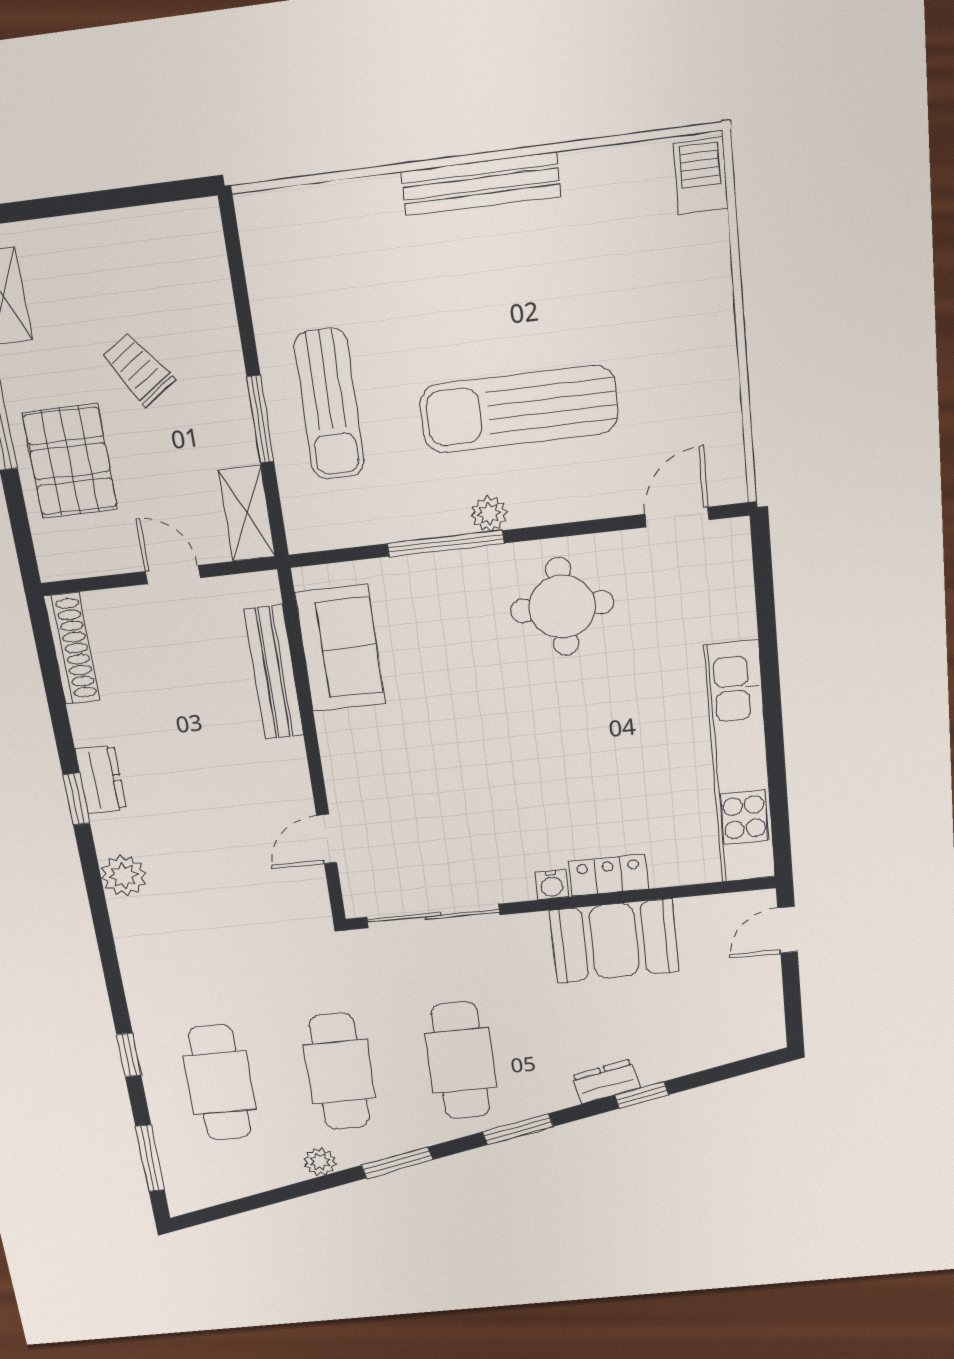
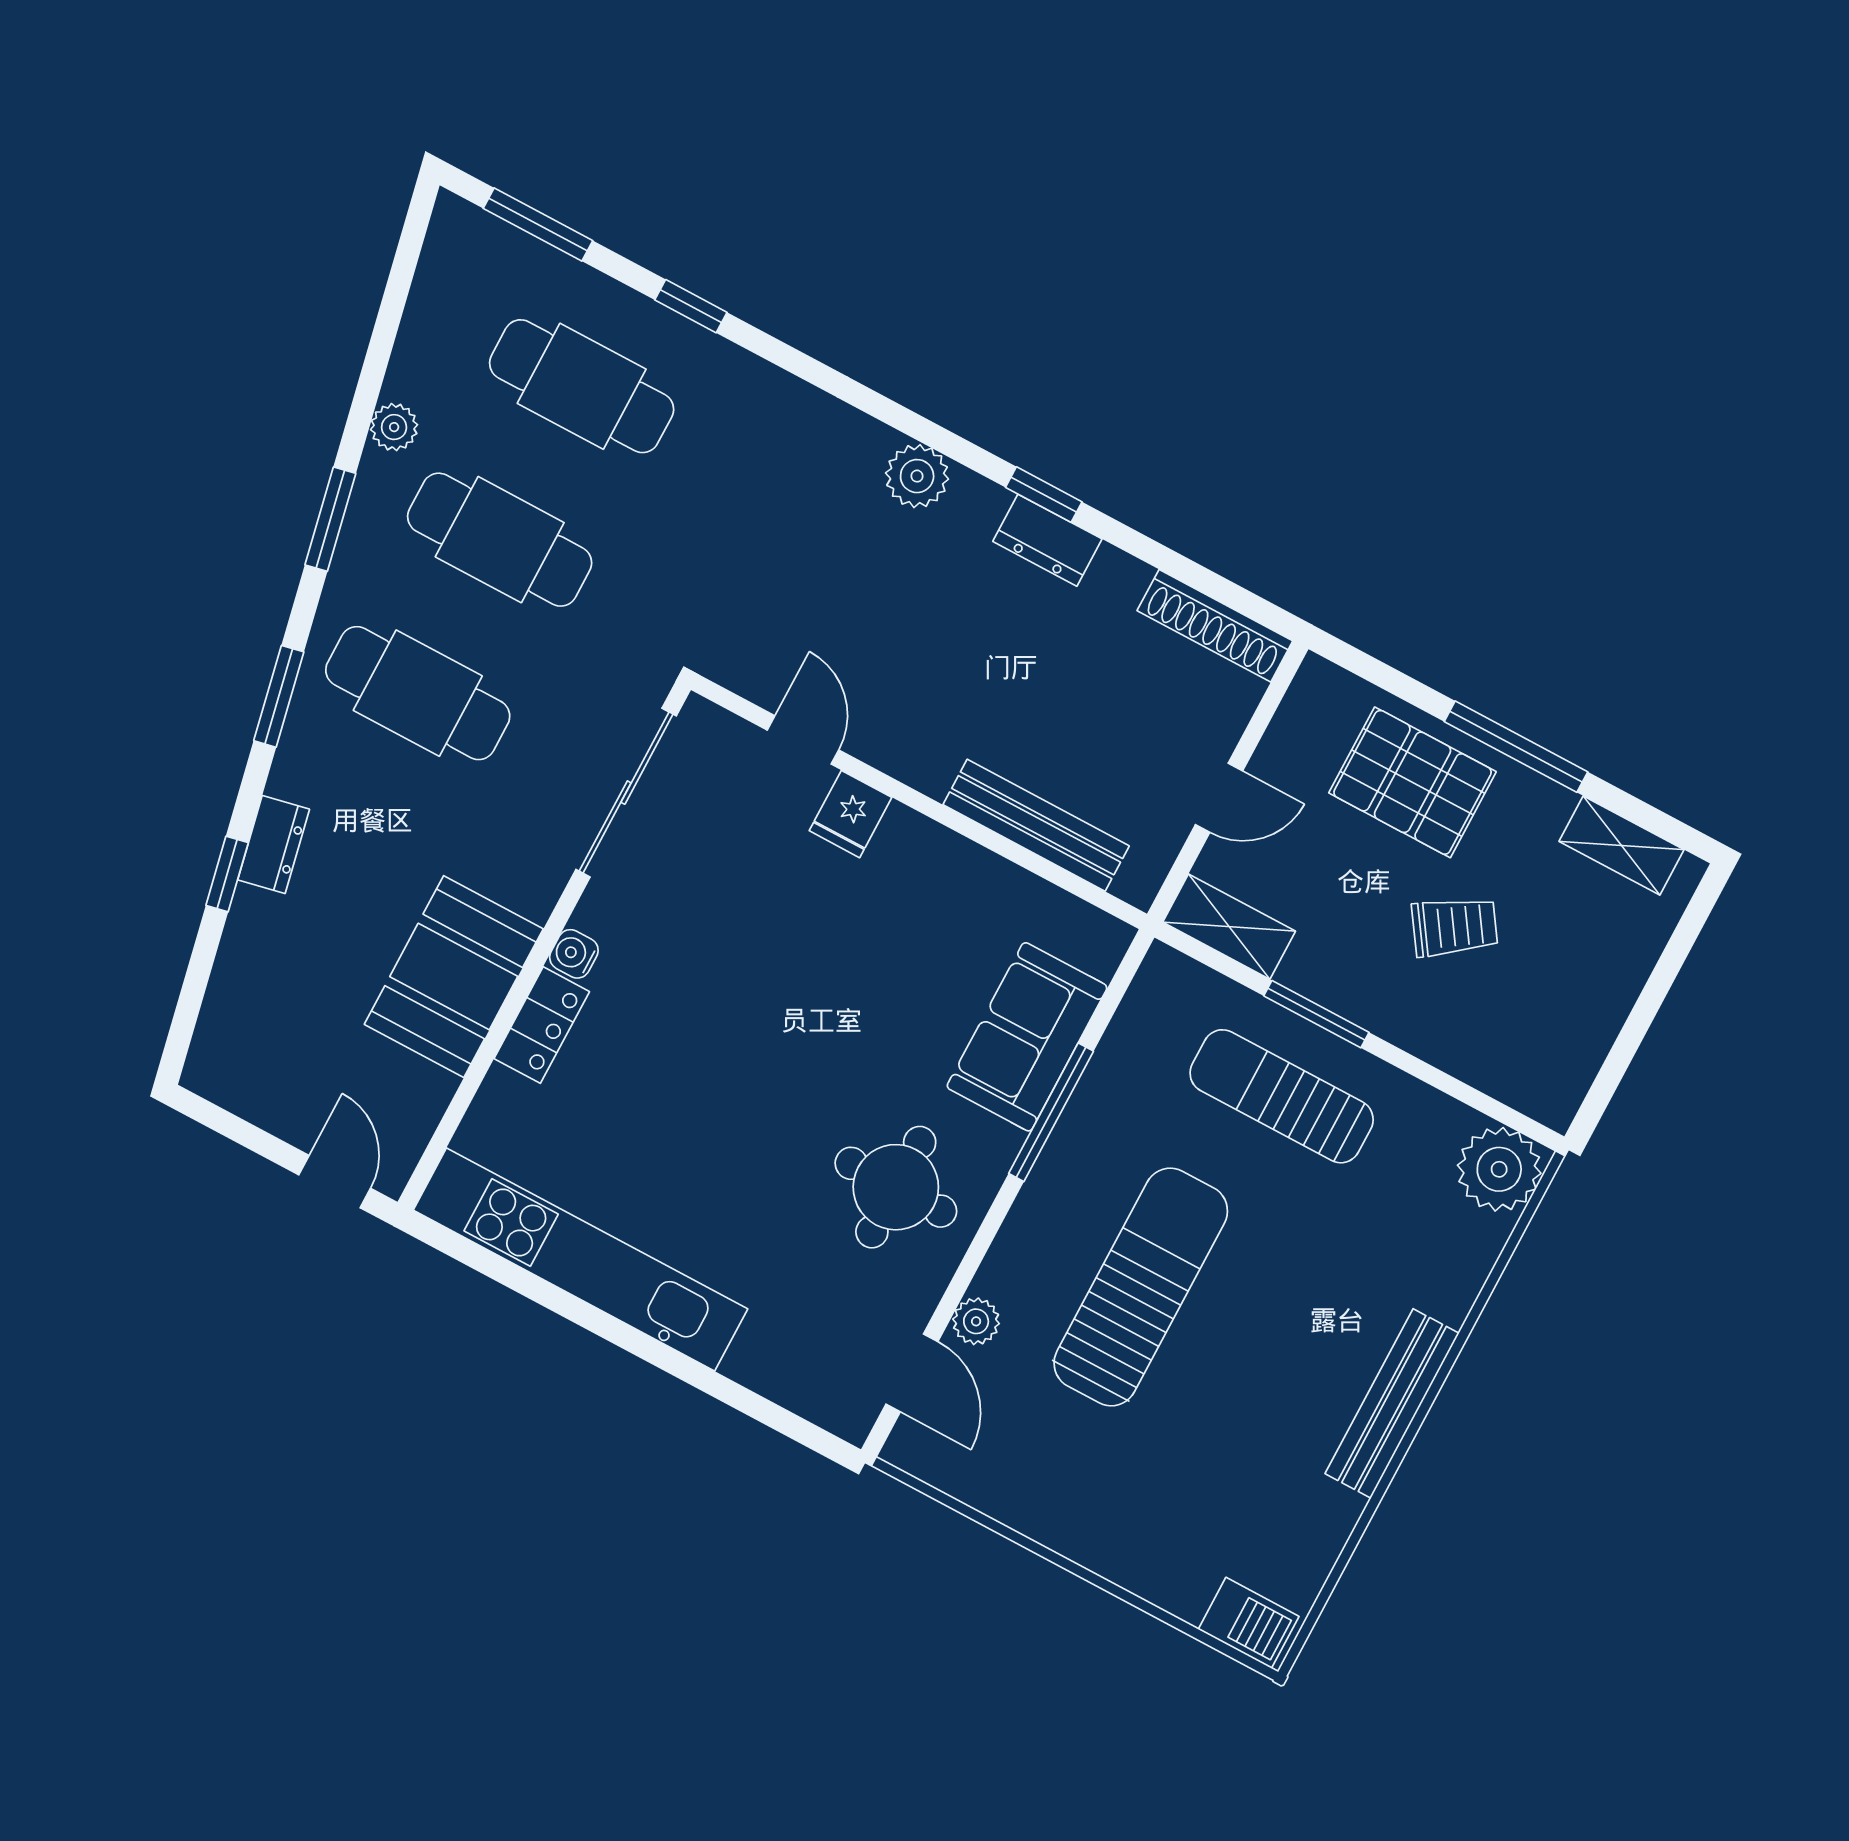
plant: (272, 225) -> (1499, 1169), added
plant: (489, 514) -> (976, 1321), moved
sofa: (340, 648) -> (1027, 1037), moved, turned 90
fridge: (350, 784) -> (850, 814), added

